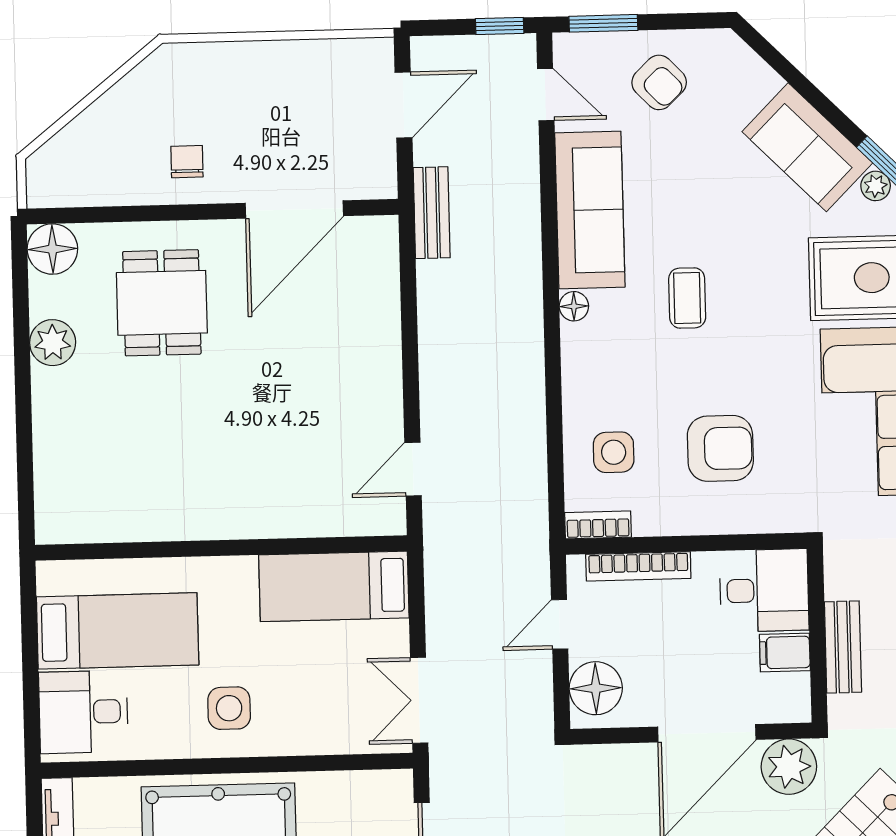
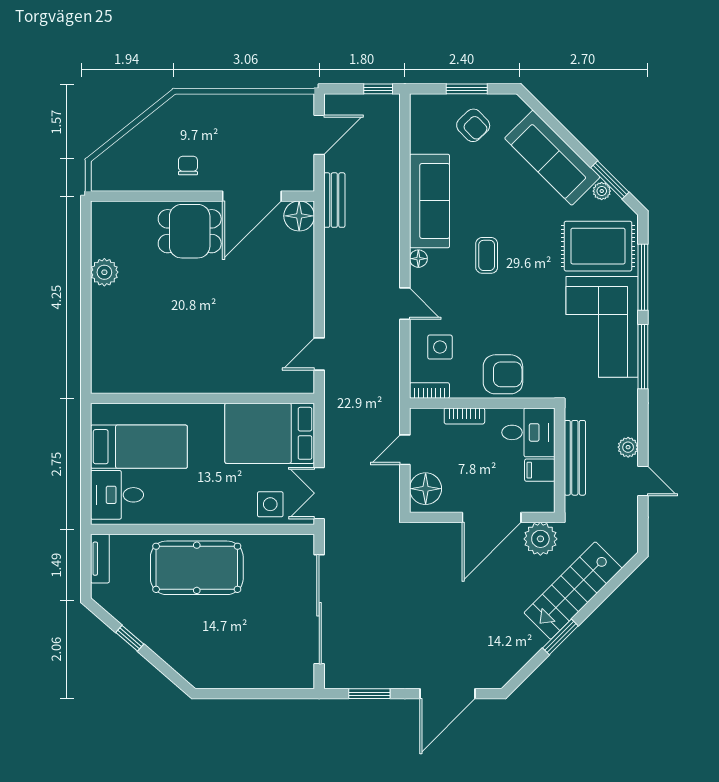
window: (603, 23) -> (467, 89), moved
door: (546, 95) -> (405, 304), moved
sofa: (807, 147) -> (552, 158), width x1.36
floor lamp: (52, 249) -> (299, 216), moved
dining table: (162, 303) -> (190, 231), moved, turned 90
armchair: (720, 448) -> (503, 374), moved
bookcase: (638, 566) -> (464, 416), width x0.64
bed: (334, 586) -> (270, 433), width x1.50
bench: (843, 647) -> (575, 458), width x1.36
side table: (229, 708) -> (270, 504), moved

